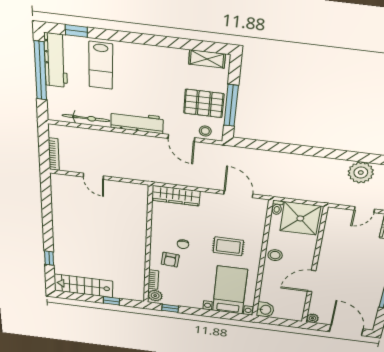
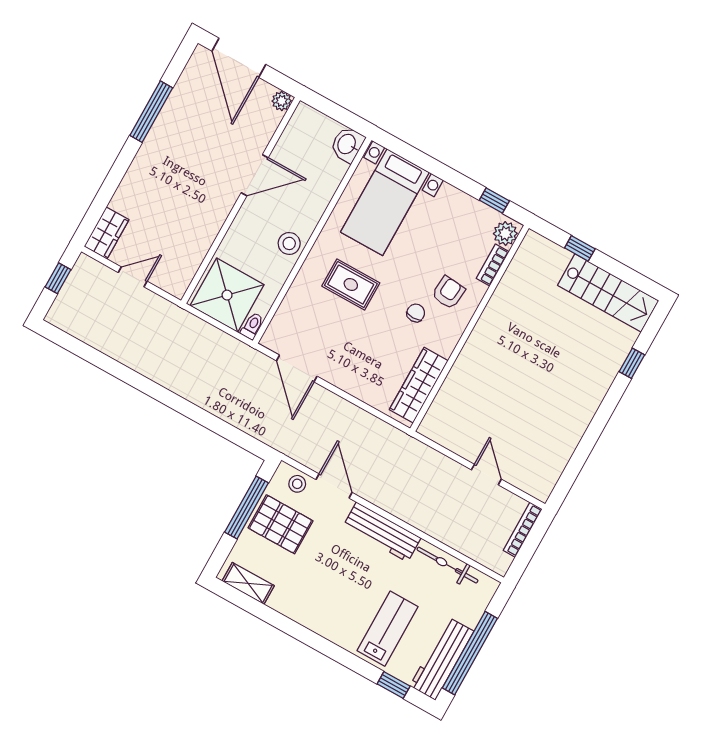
plant: (361, 173) -> (116, 340), removed
wardrobe: (176, 196) -> (419, 385), moved, turned -90

